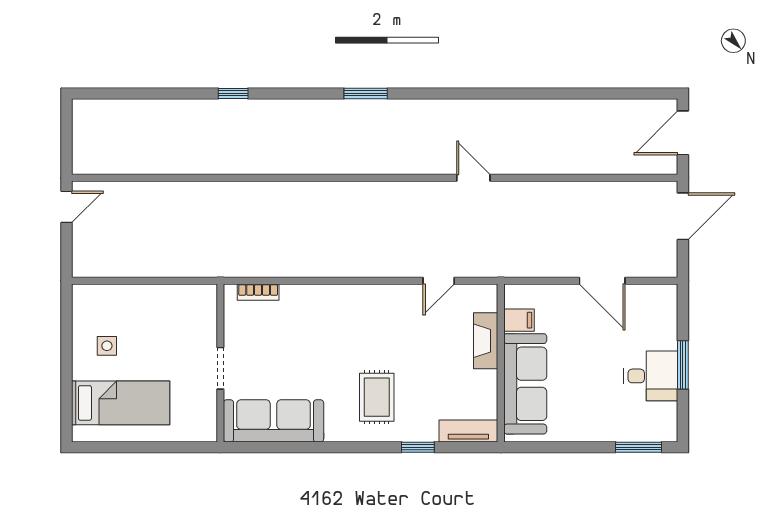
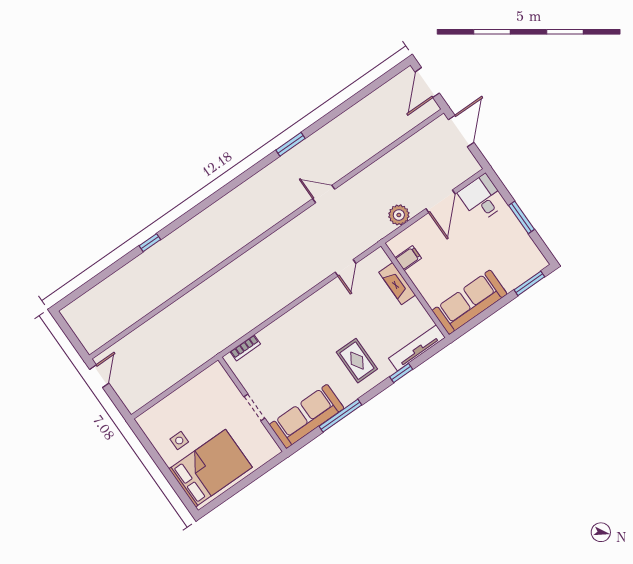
window: (366, 93) -> (290, 144), moved
plant: (543, 263) -> (399, 215), added
door: (602, 281) -> (440, 201), hinge flipped
desk: (651, 376) -> (482, 198), moved, turned -90
sofa: (525, 384) -> (470, 302), moved, turned -90
bed: (121, 403) -> (210, 468), width x1.50
tv unit: (468, 431) -> (417, 348), width x1.41
window: (313, 447) -> (340, 416), added

